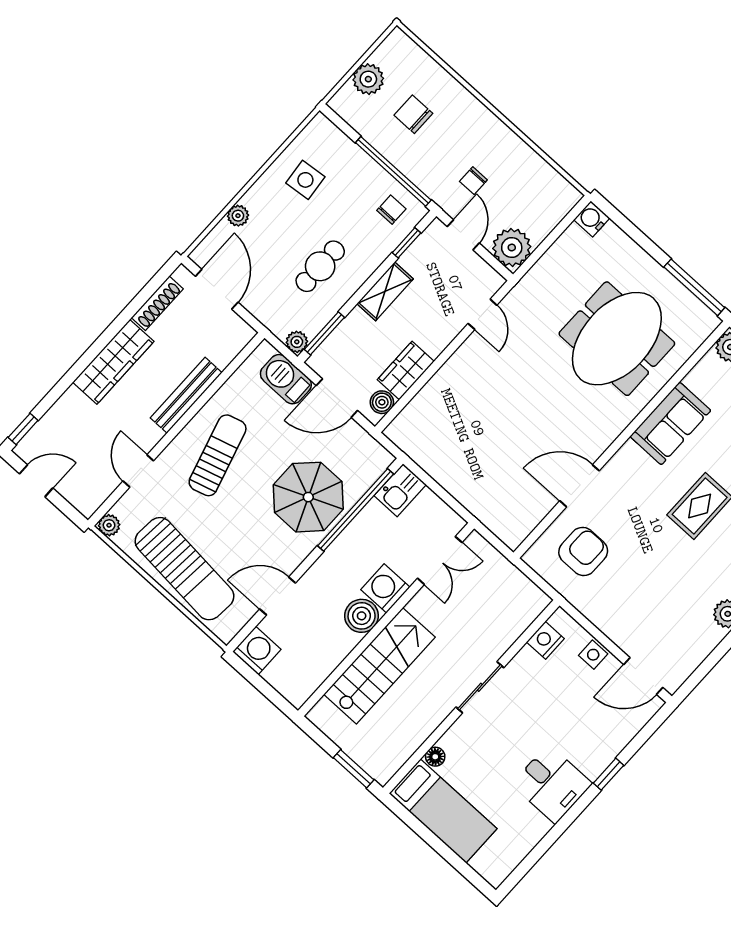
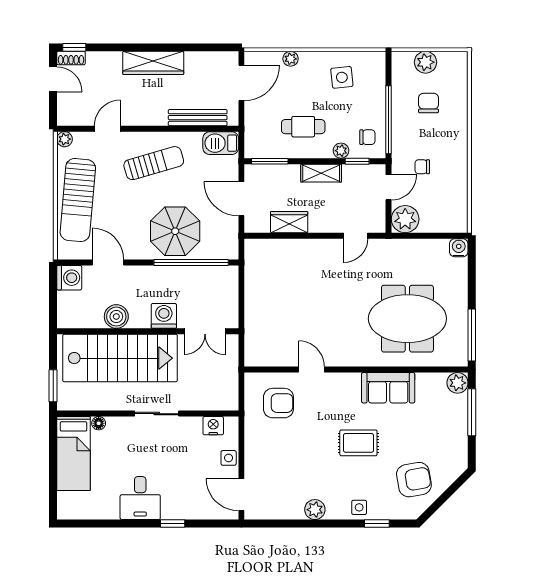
shoe rack: (157, 303) -> (71, 58), moved, width x0.70
plant: (297, 342) -> (341, 151), moved
barbecue: (286, 379) -> (221, 143), moved, turned -90
bench: (186, 395) -> (198, 118), moved
boiler: (382, 402) -> (261, 225), removed
door: (580, 486) -> (311, 370), width x0.73
kitchen sink: (400, 490) -> (223, 277), removed
boiler: (362, 616) -> (116, 317), moved
stairs: (379, 666) -> (120, 358), width x1.36, depth x1.51

